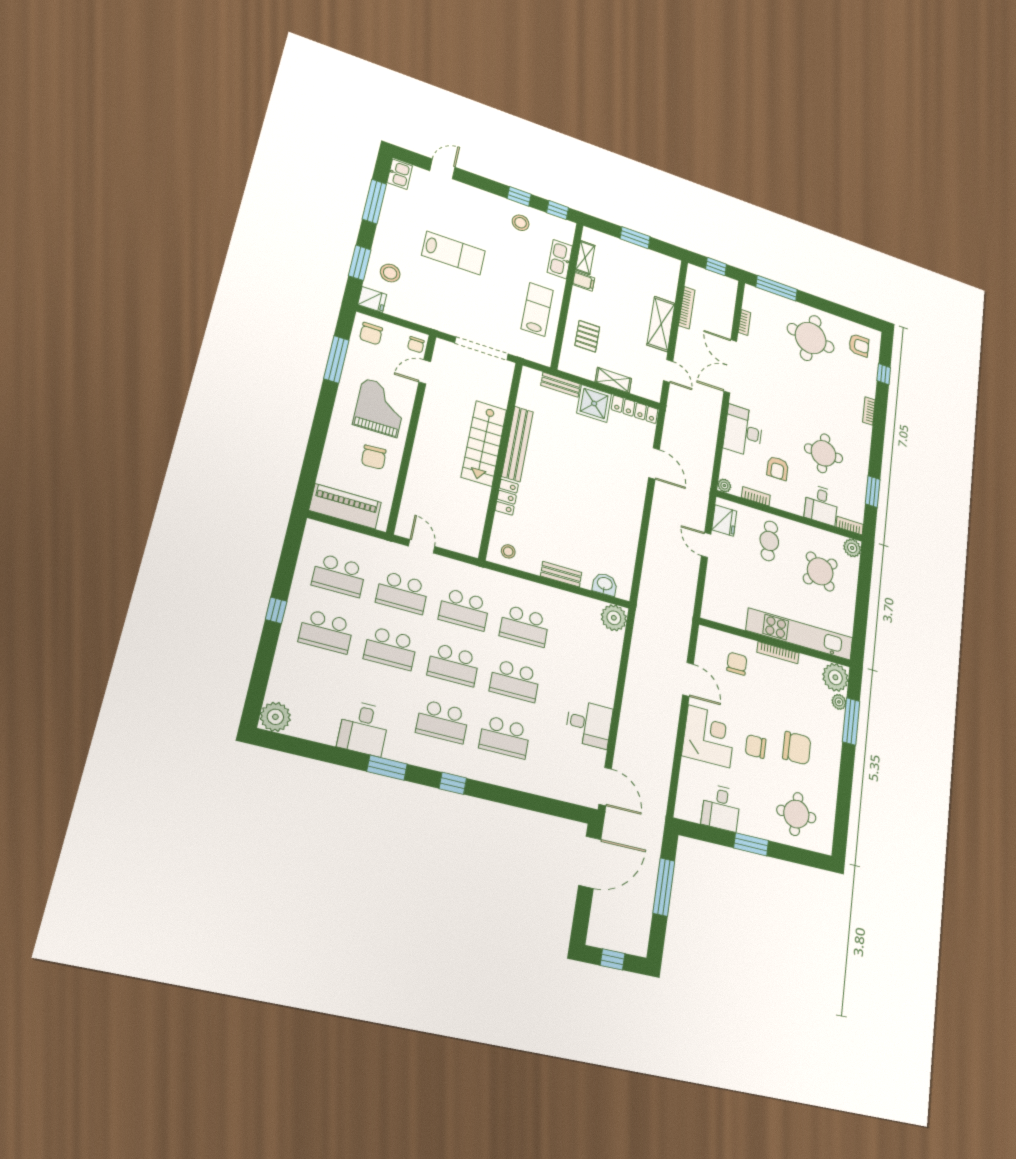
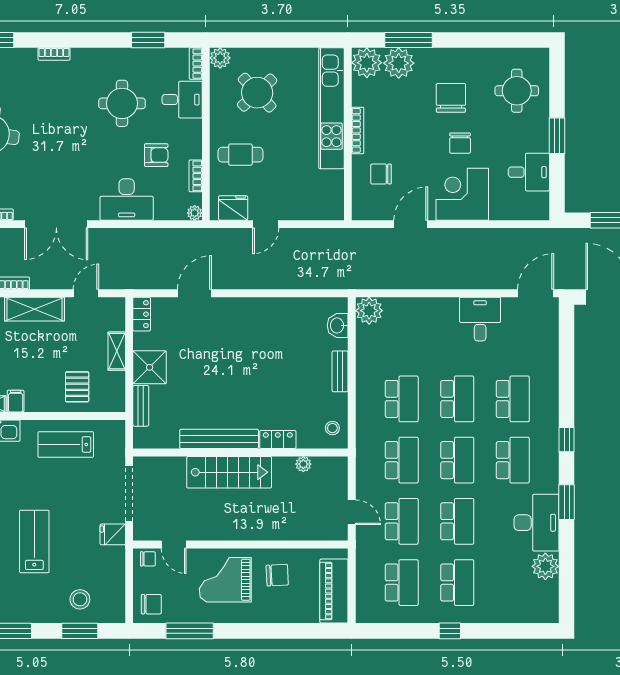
fridge: (372, 300) -> (113, 534), moved, turned -90
pallet: (587, 336) -> (77, 387), turned 90
locker: (635, 409) -> (142, 314), width x0.66
plant: (478, 514) -> (303, 464), added
door: (422, 546) -> (352, 512), swing flipped
plant: (839, 702) -> (399, 63), width x1.88, depth x1.88
plant: (275, 717) -> (545, 566), moved
desk: (364, 728) -> (536, 523), width x1.37

